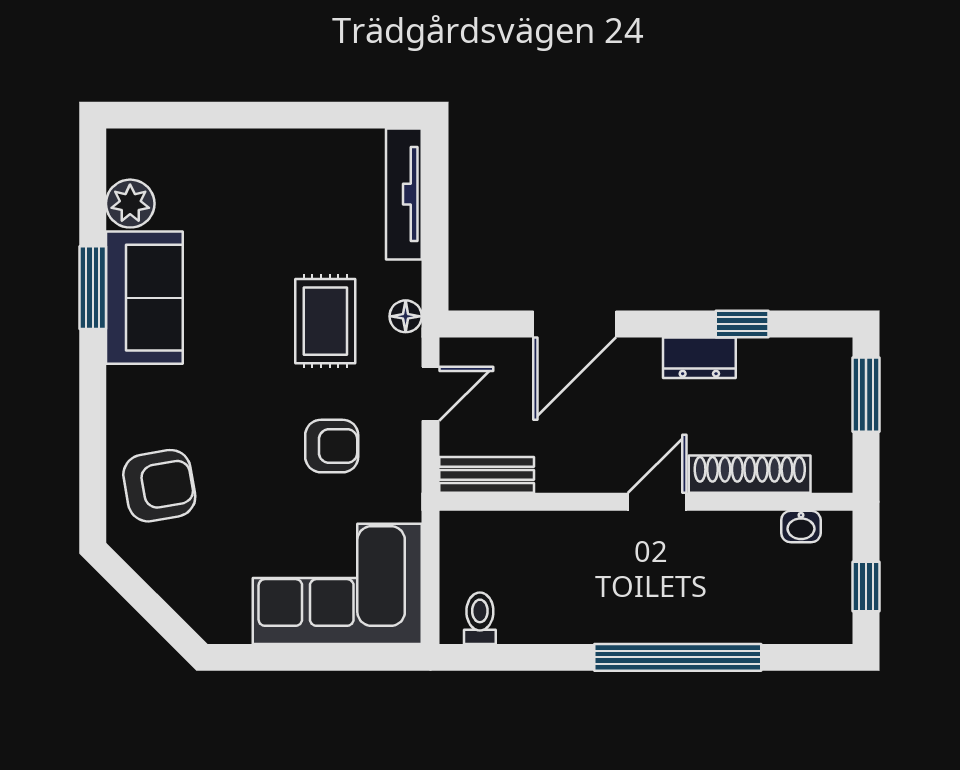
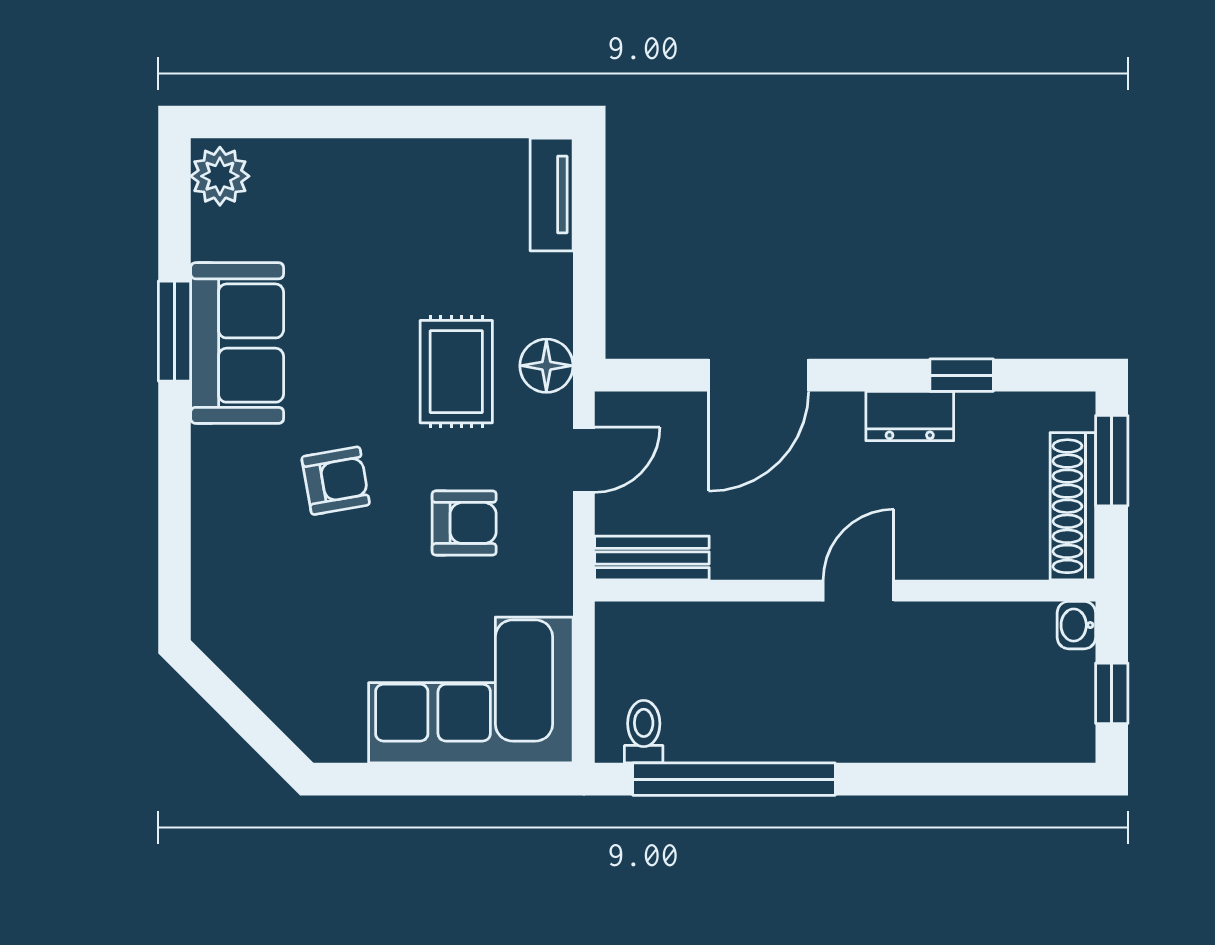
tv unit: (404, 194) -> (552, 194), width x0.71
plant: (130, 204) -> (220, 176), moved
floor lamp: (406, 316) -> (546, 366), width x1.37, depth x1.37
shoe rack: (750, 474) -> (1073, 506), moved, turned -90
armchair: (159, 486) -> (336, 481), moved, width x0.72, depth x0.72
washbasin: (801, 527) -> (1076, 625), moved, turned 90
window: (678, 657) -> (734, 779), moved

